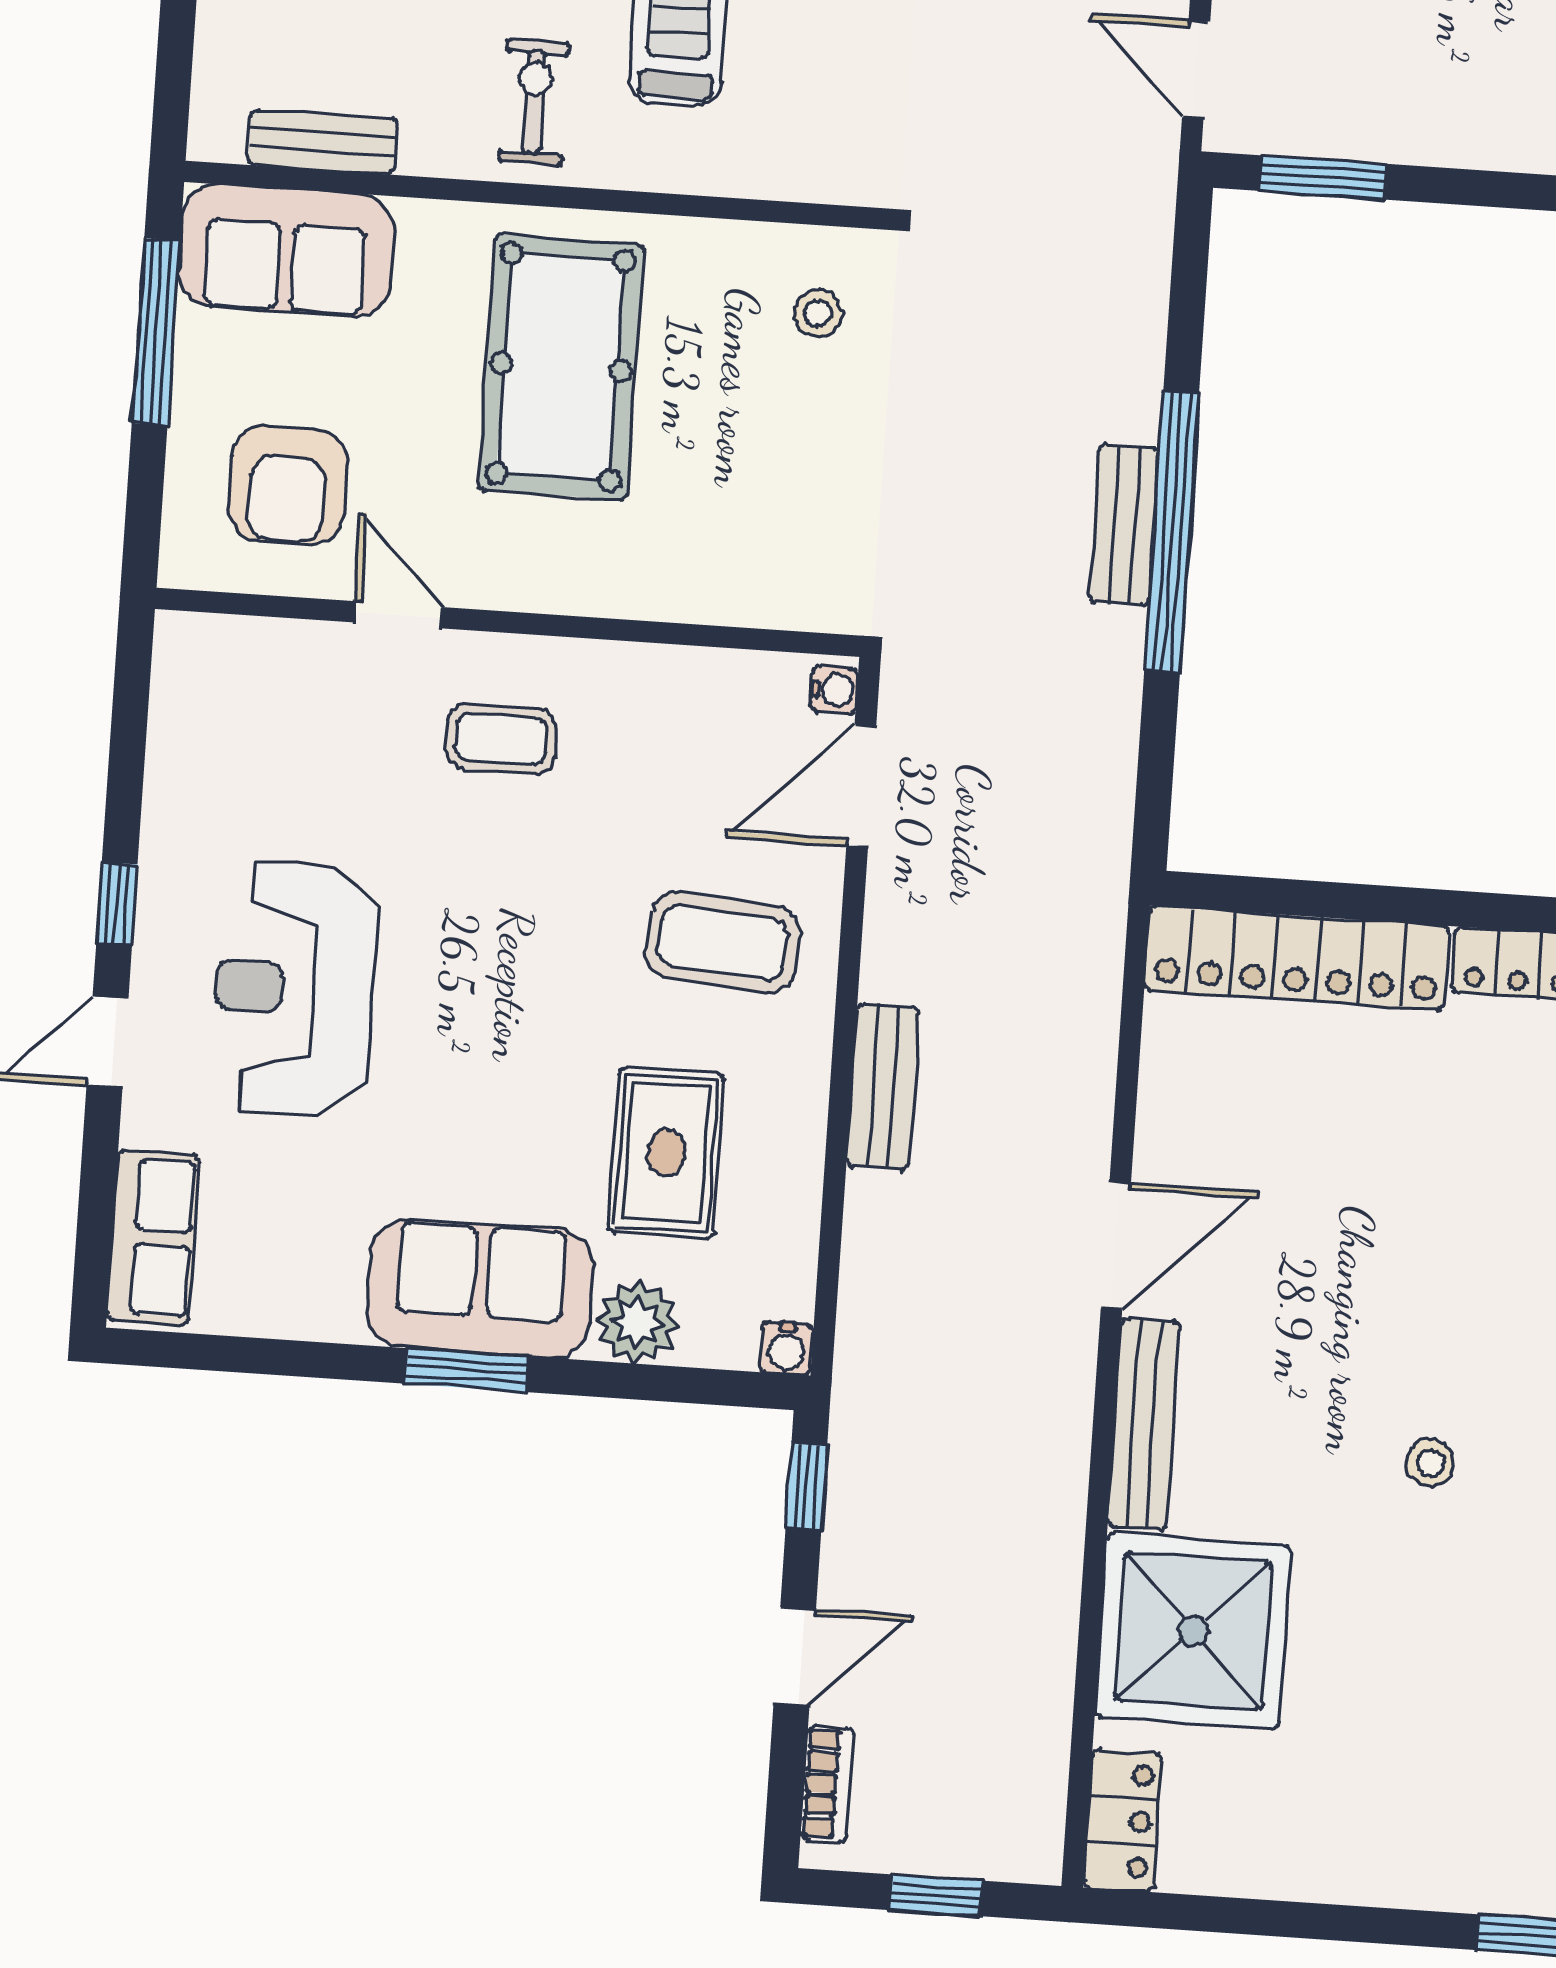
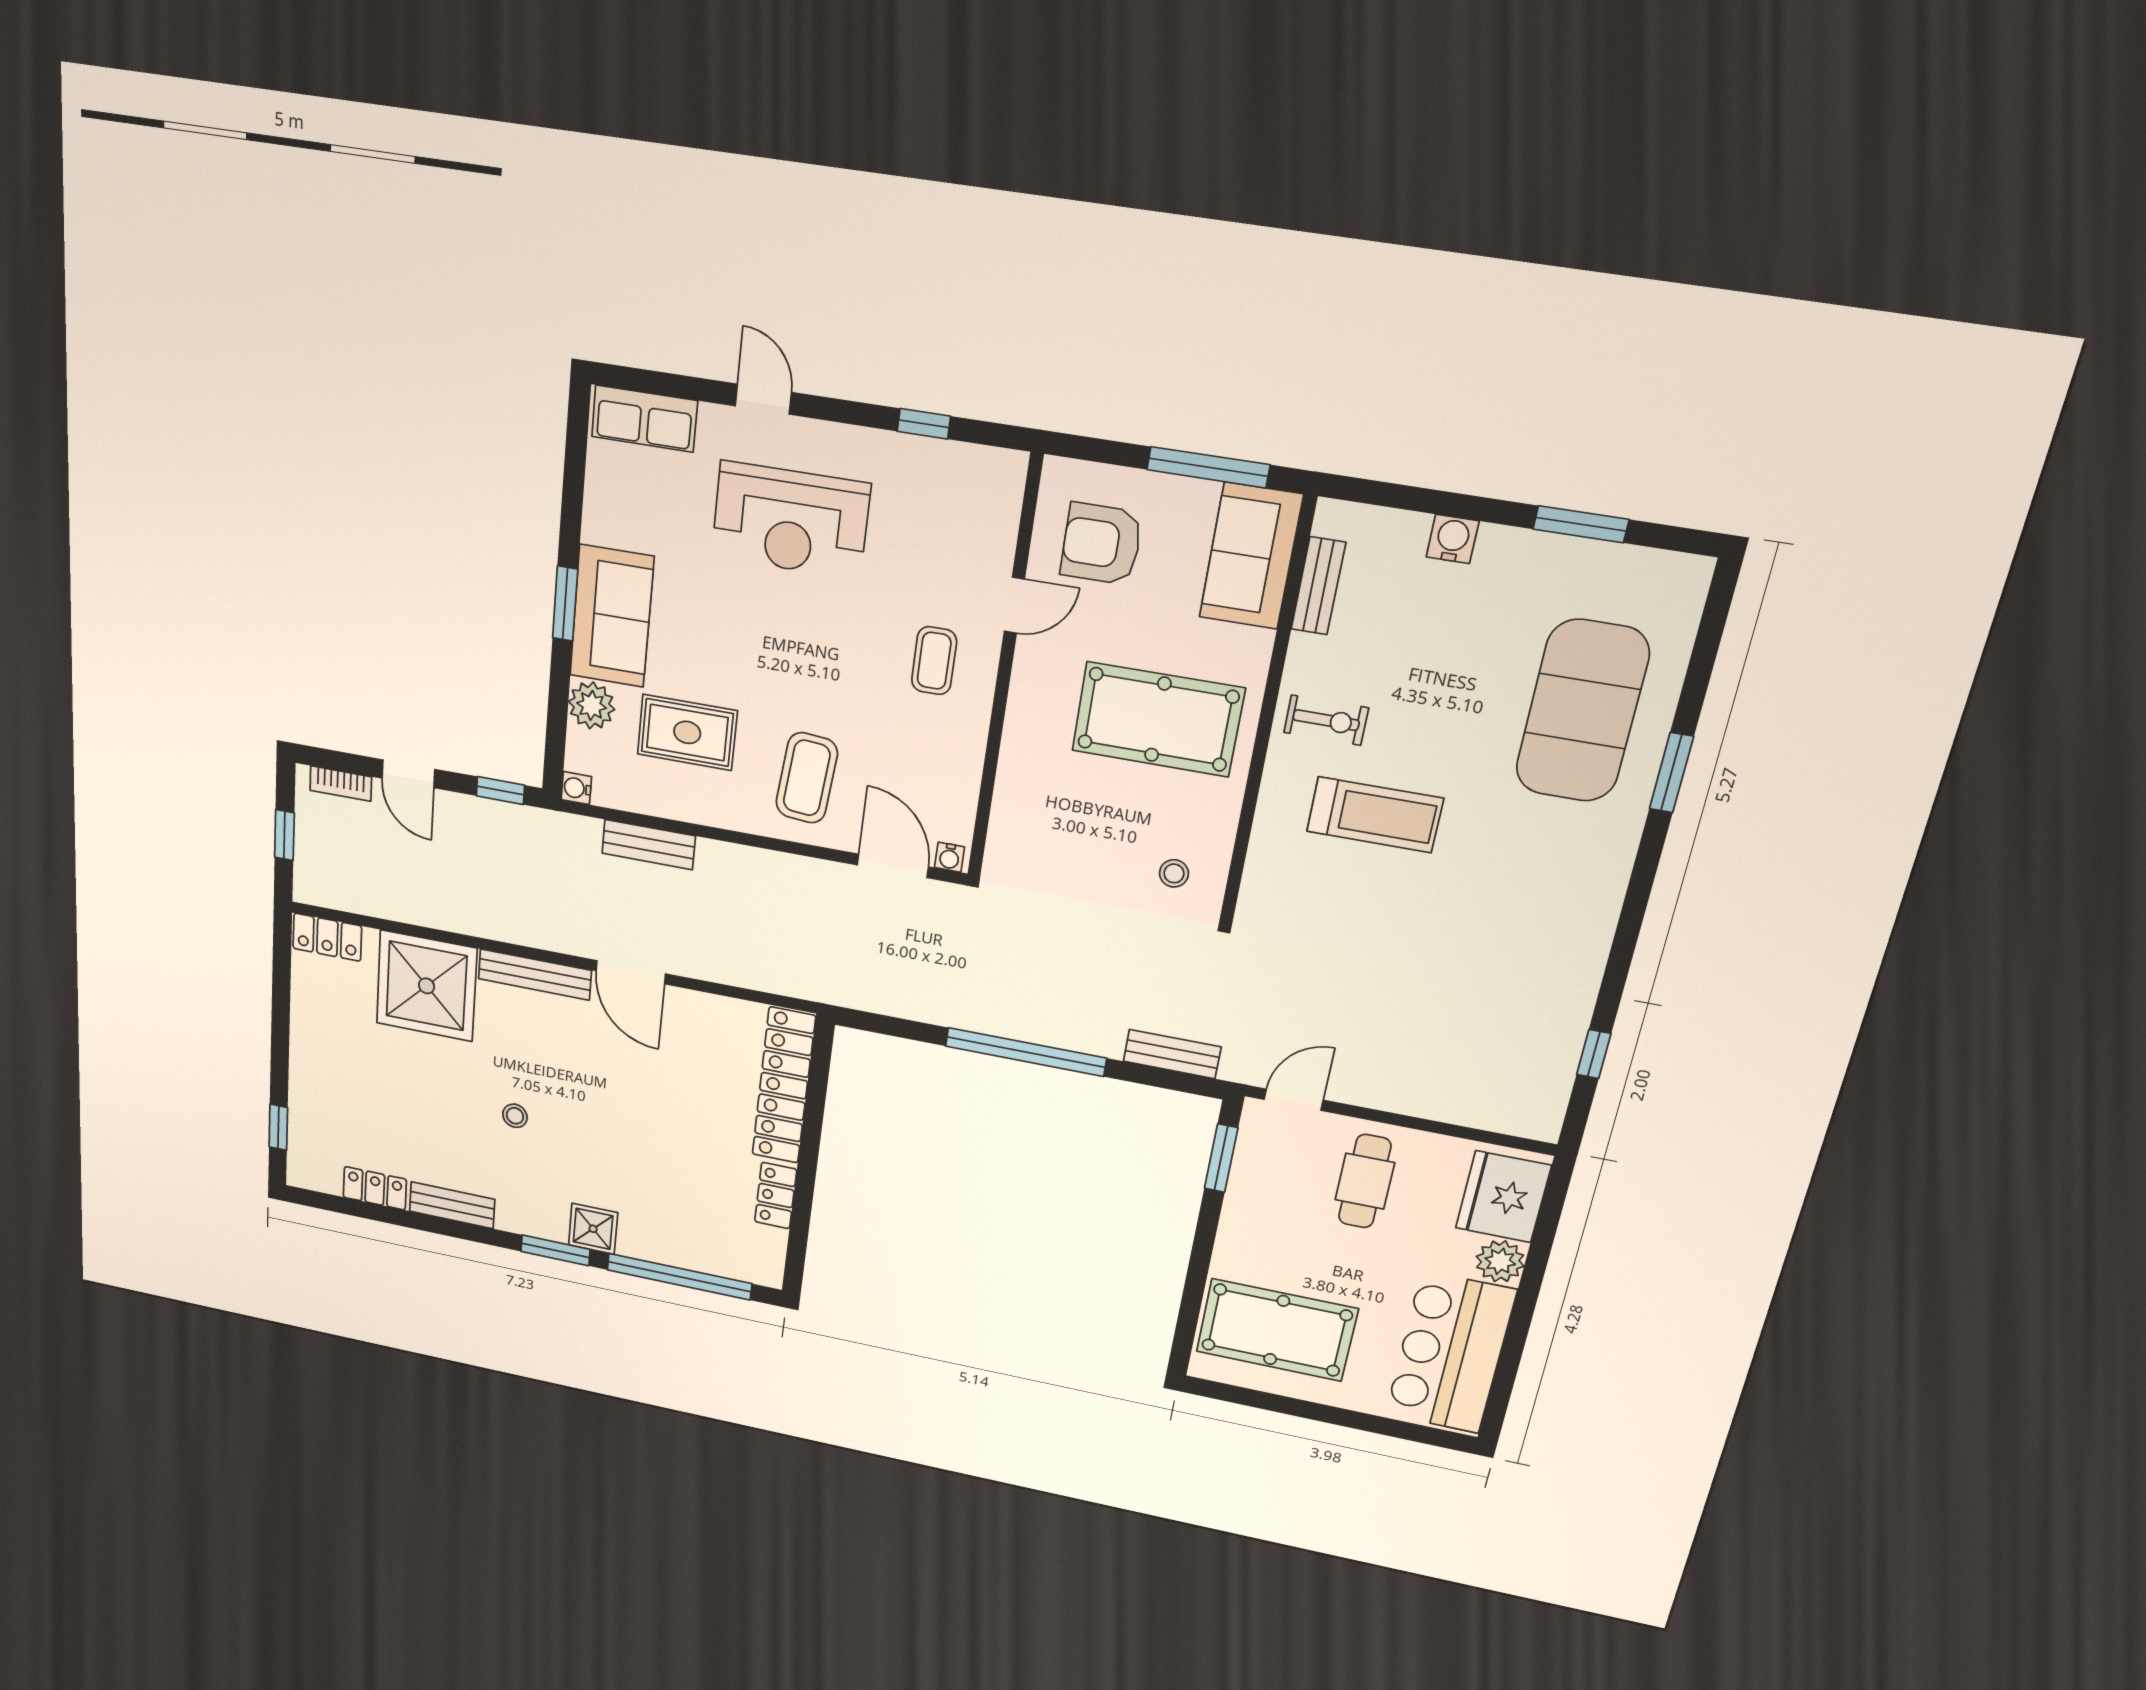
bench: (1124, 525) -> (1172, 1054), moved
window: (117, 904) -> (924, 424), moved
reception desk: (295, 989) -> (791, 520), turned 180
bench: (883, 1087) -> (649, 845), moved

